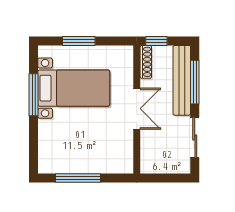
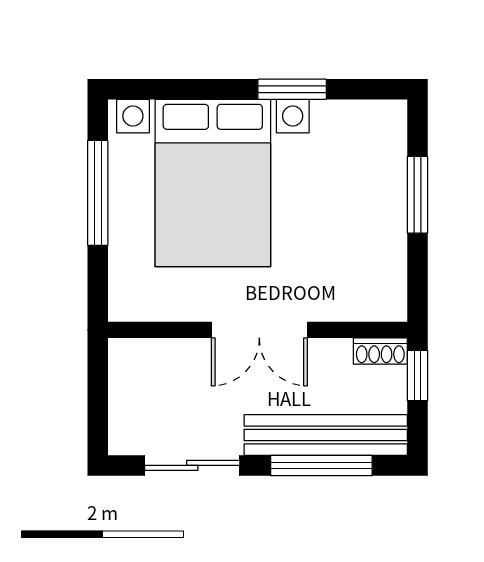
shoe rack: (146, 62) -> (380, 351), width x0.70
bed with nightstands: (74, 88) -> (213, 183), moved, width x1.36
window: (34, 95) -> (292, 89), width x0.69

